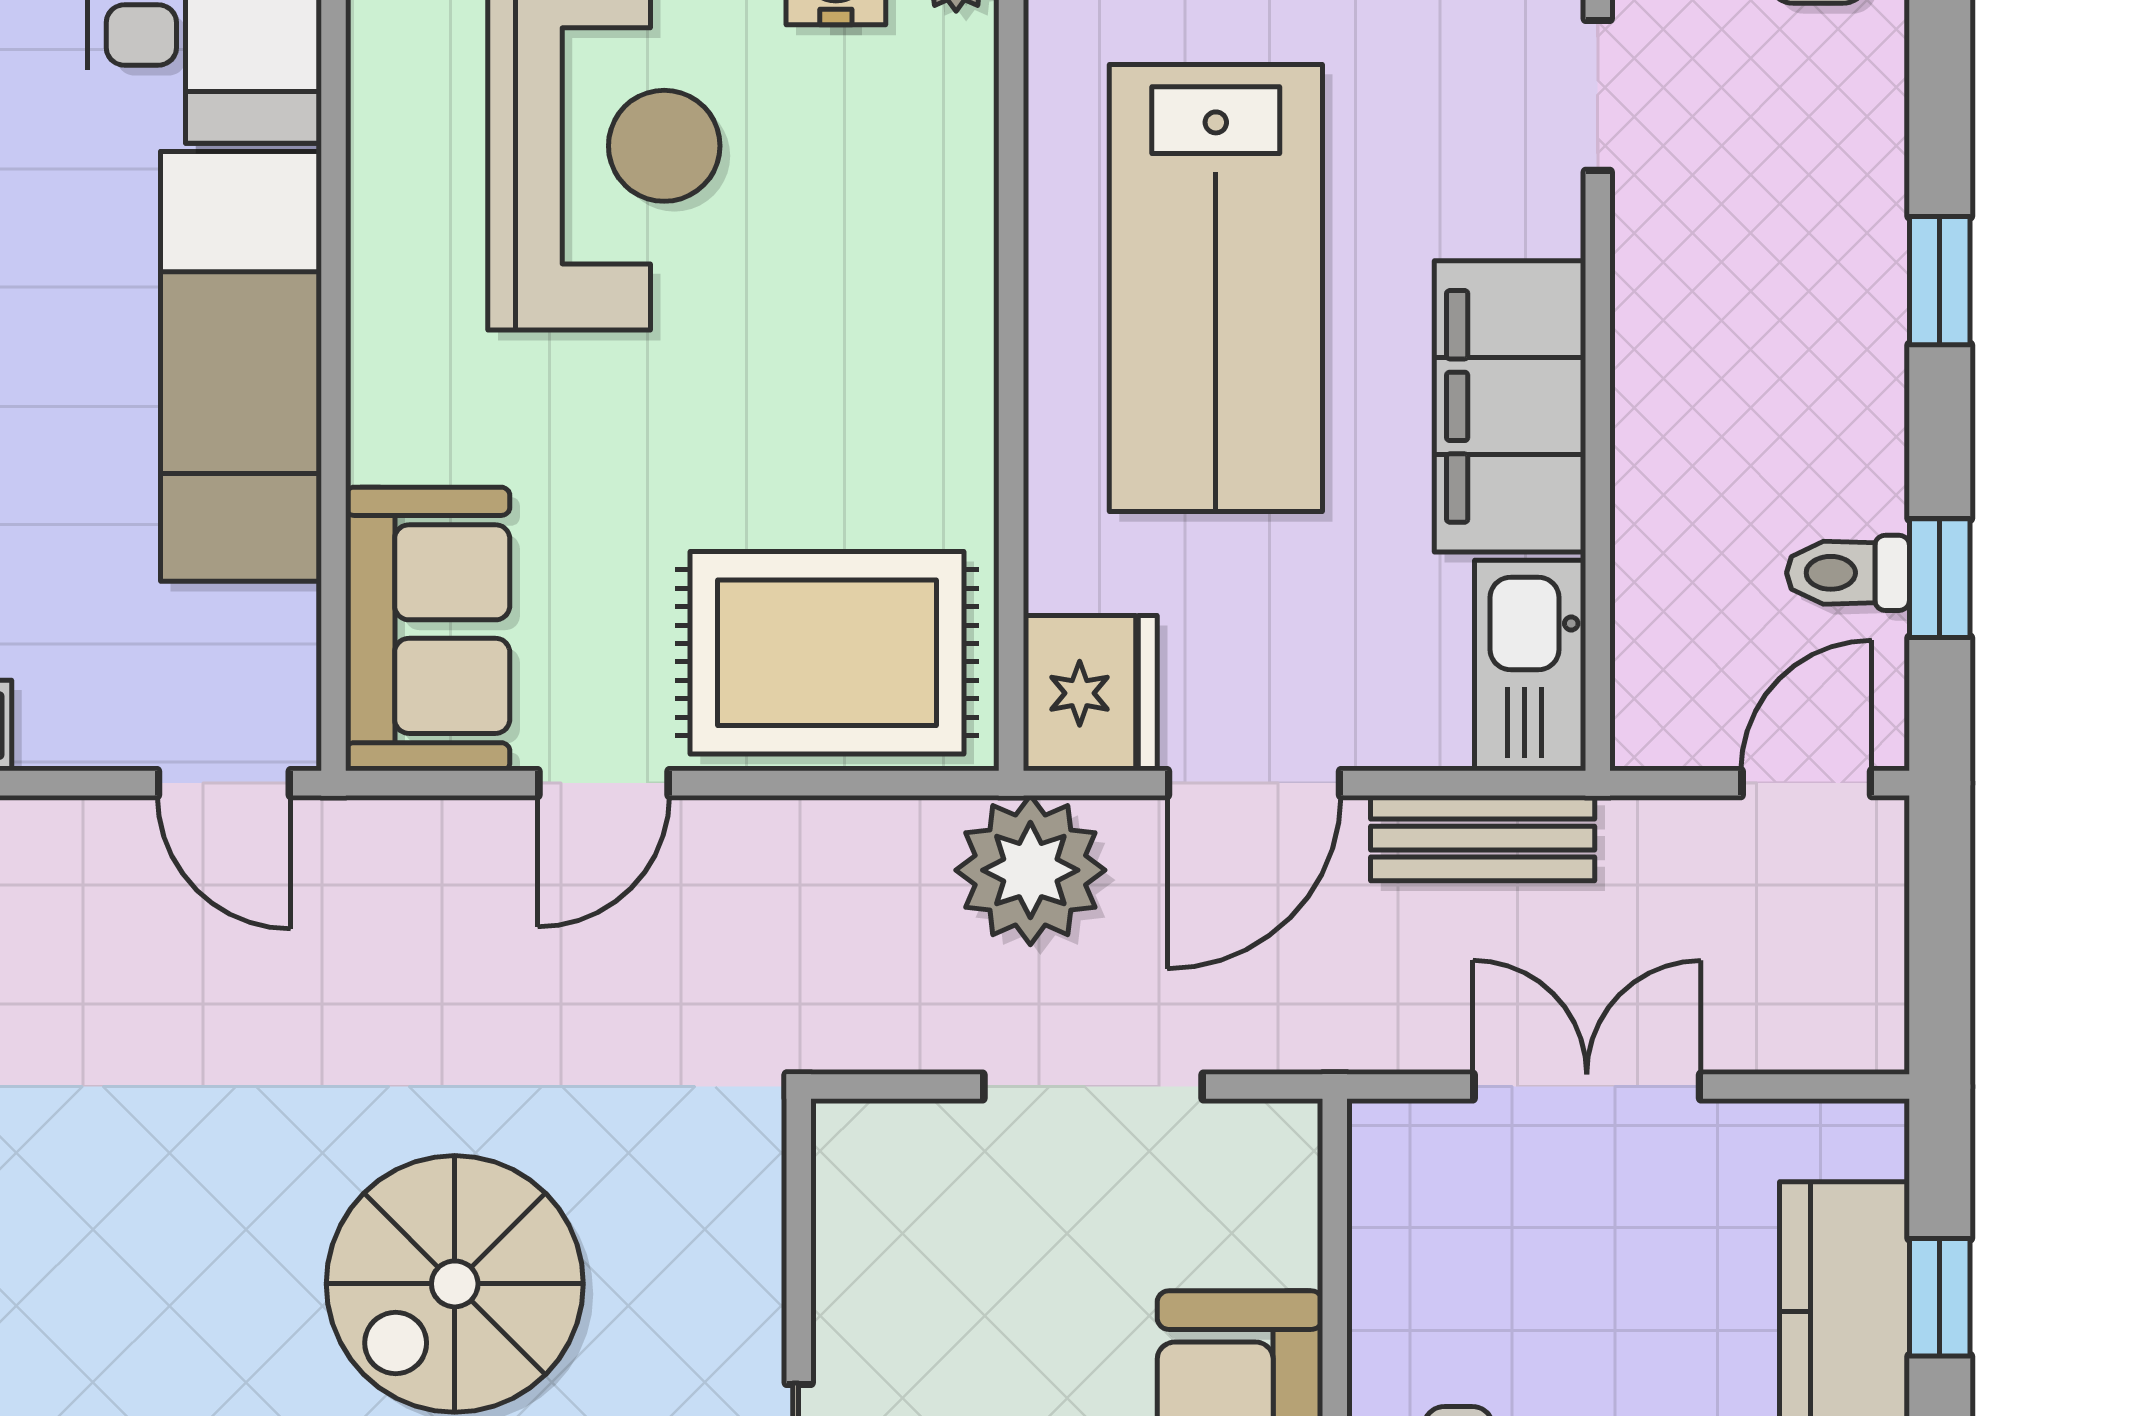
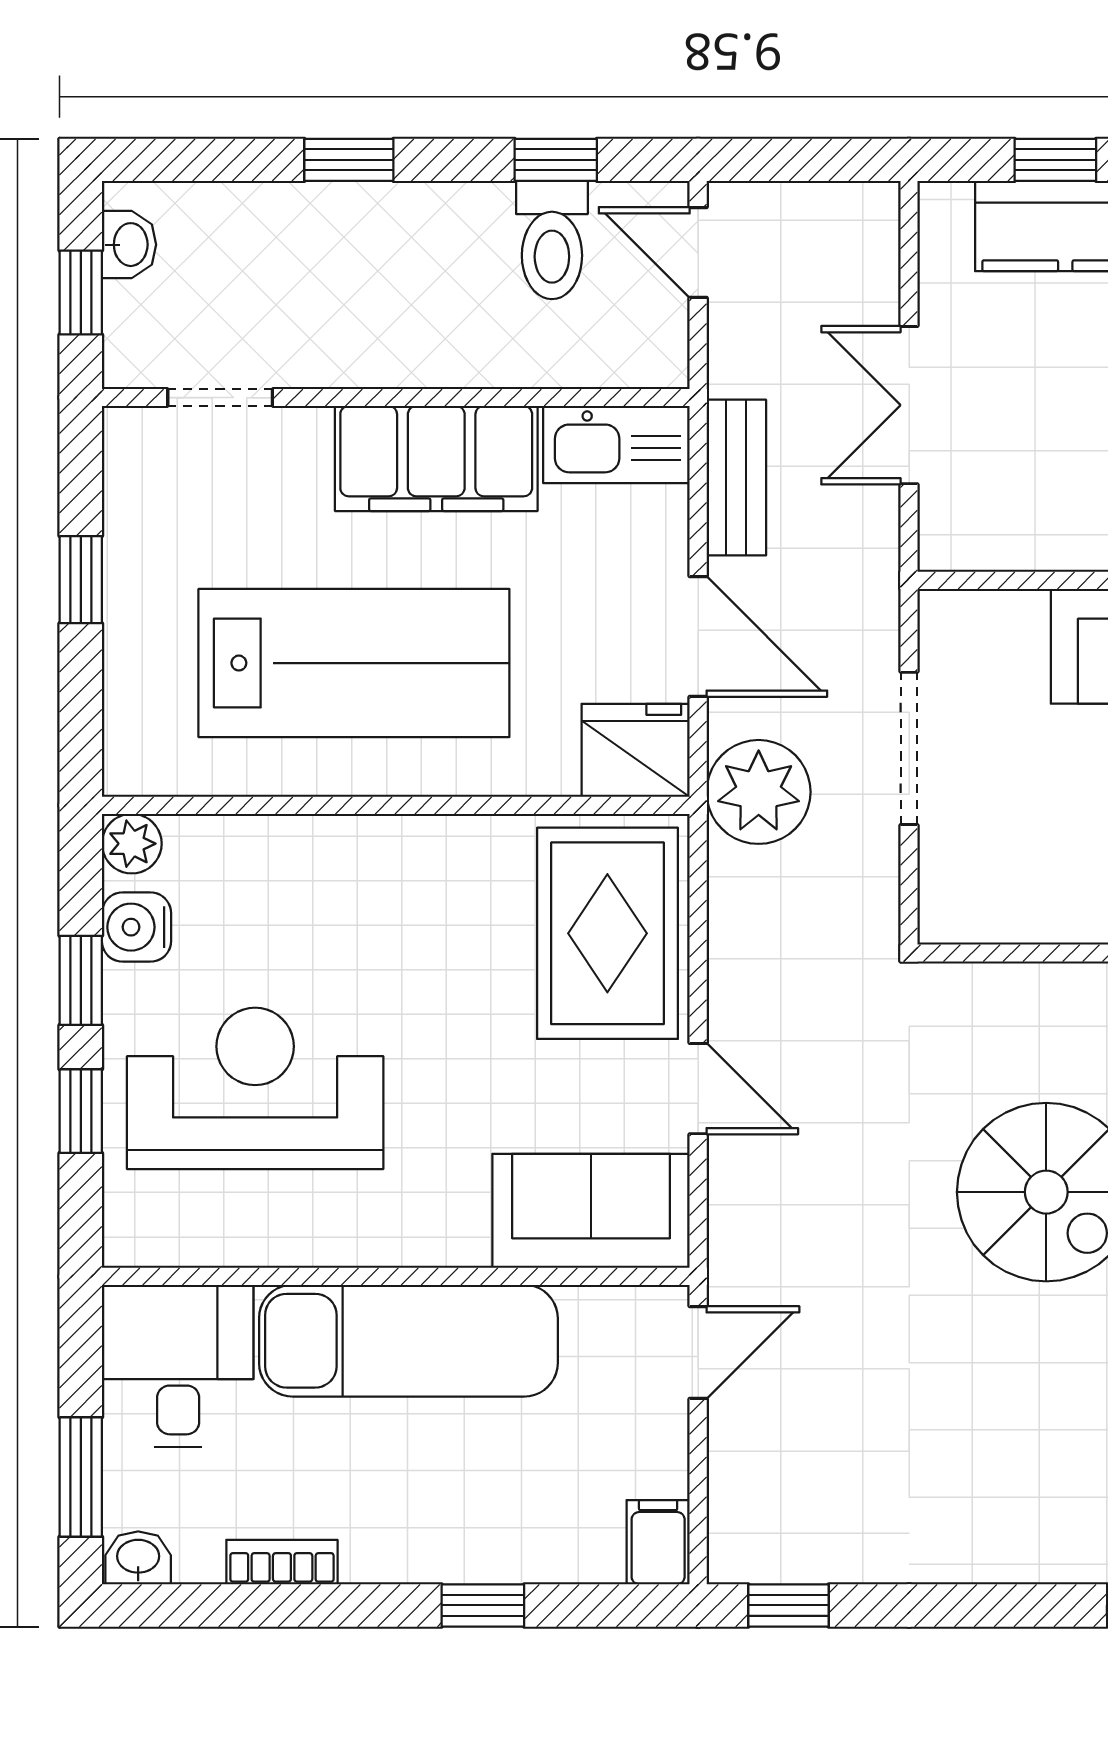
toilet: (1848, 573) -> (552, 240), width x1.37, depth x1.39

